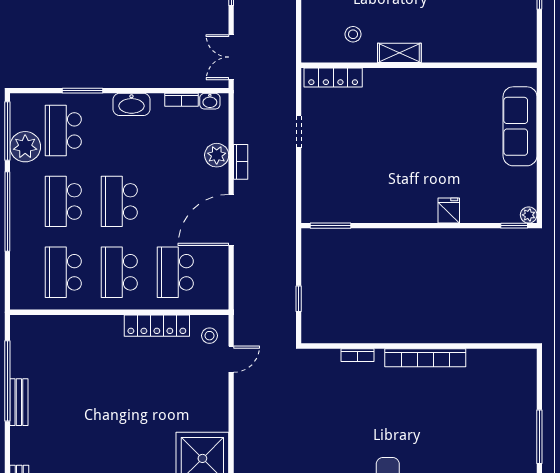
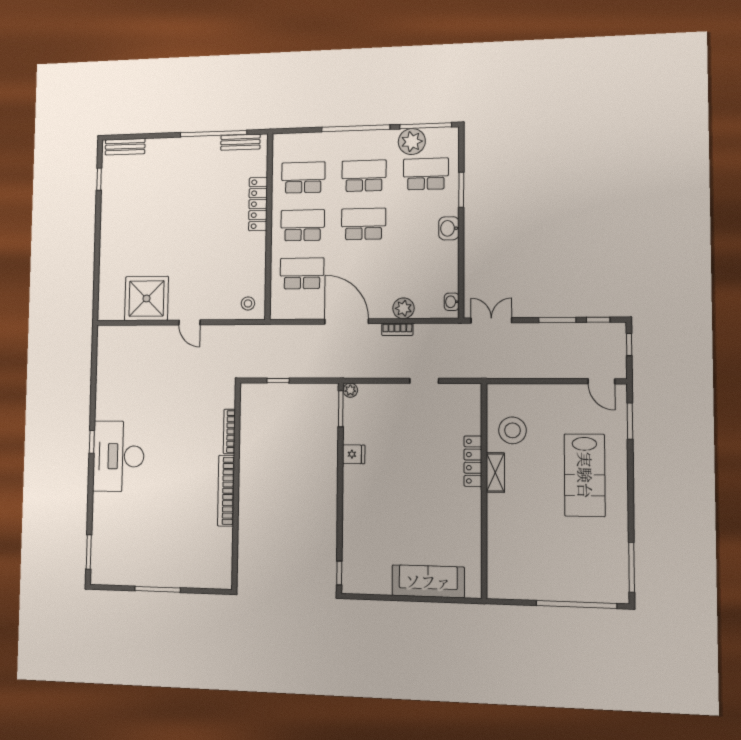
stool: (353, 34) -> (512, 430), width x1.89, depth x1.89
locker: (333, 77) -> (473, 461), moved
bookcase: (182, 100) -> (453, 277), removed
washbasin: (131, 104) -> (449, 228), width x0.72
fridge: (449, 211) -> (354, 454), moved
plant: (529, 215) -> (350, 390), moved
locker: (157, 326) -> (258, 204), moved
bookcase: (358, 355) -> (229, 431), width x1.56
door: (231, 359) -> (189, 322), moved
bench: (19, 402) -> (240, 142), moved

